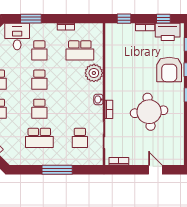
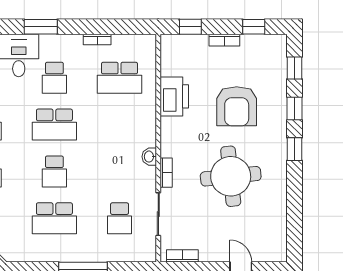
printer: (168, 32) -> (174, 96), moved, turned -90
armchair: (169, 69) -> (237, 106), moved
plant: (94, 73) -> (142, 114), removed
school desk: (39, 80) -> (54, 125), width x1.85

